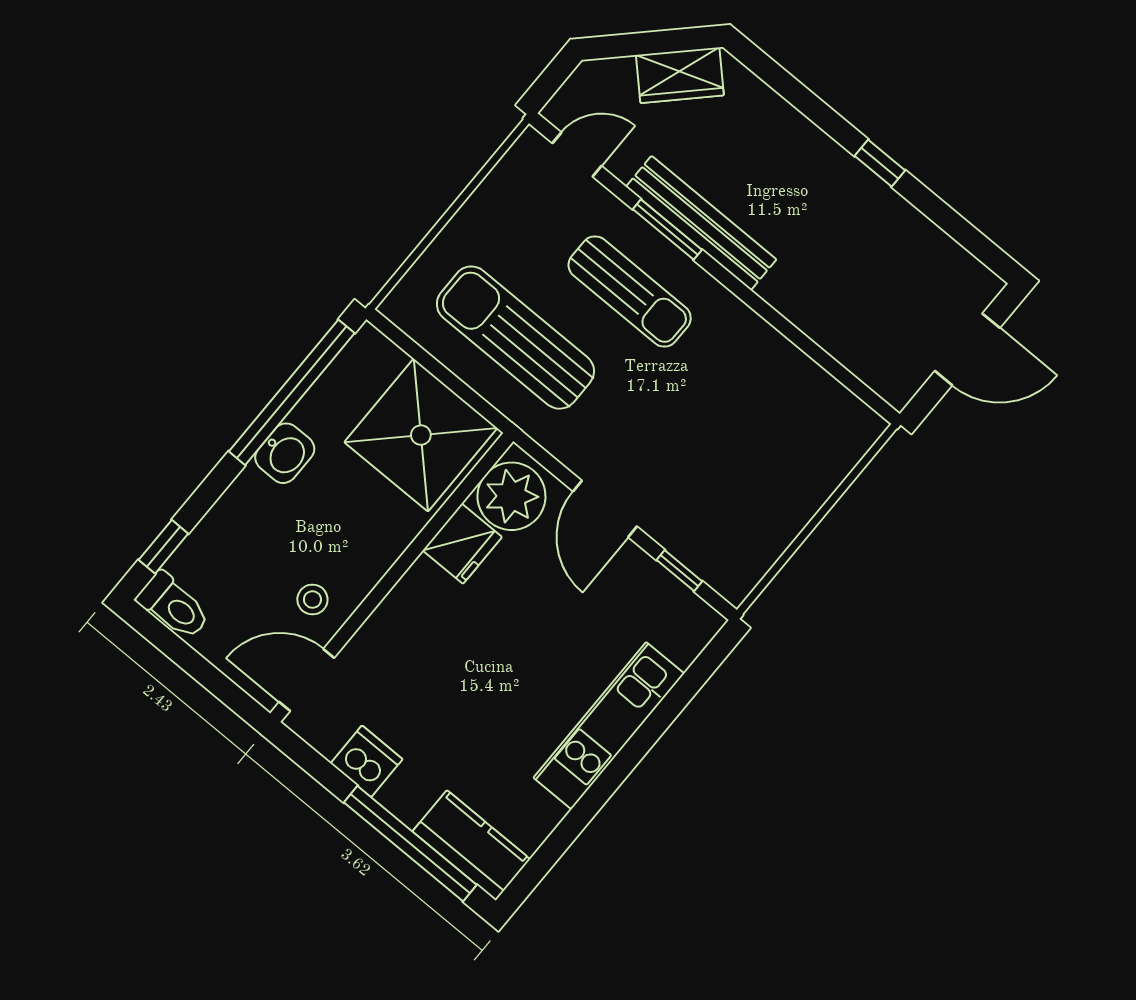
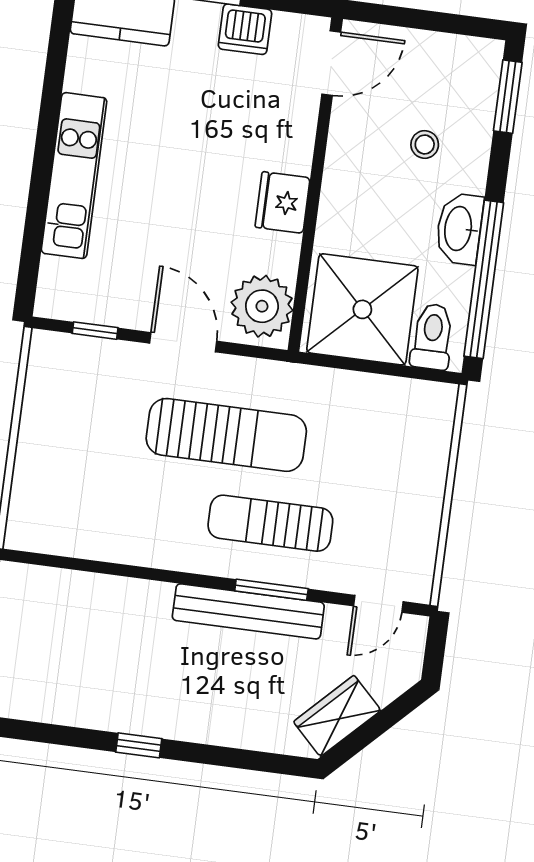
sun lounger: (515, 338) -> (226, 435), moved
washbasin: (285, 453) -> (459, 229), width x1.38
fridge: (462, 544) -> (283, 203), moved
window: (163, 547) -> (508, 97), width x1.50
stool: (312, 599) -> (425, 144), moved
toilet: (174, 606) -> (432, 337), moved, turned 90

